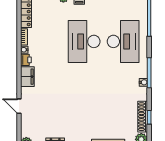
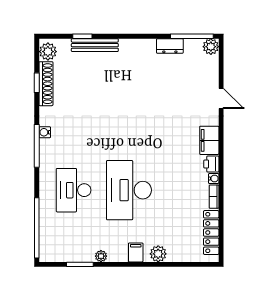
desk: (84, 41) -> (129, 190), turned 180
desk: (123, 41) -> (74, 190), width x0.73, depth x0.77

